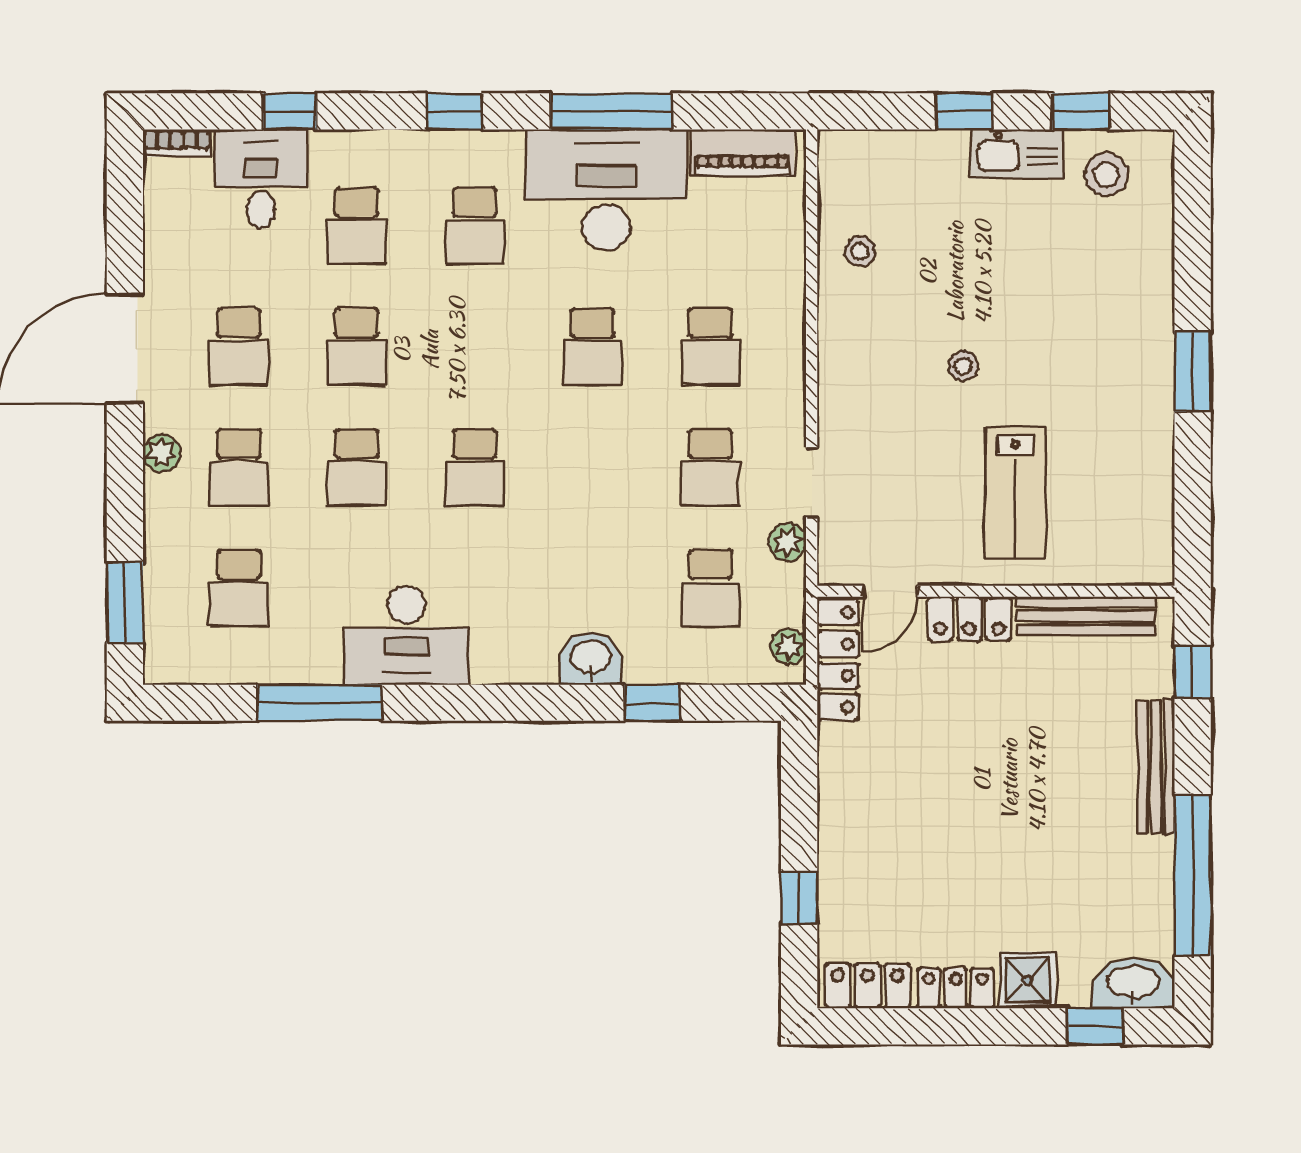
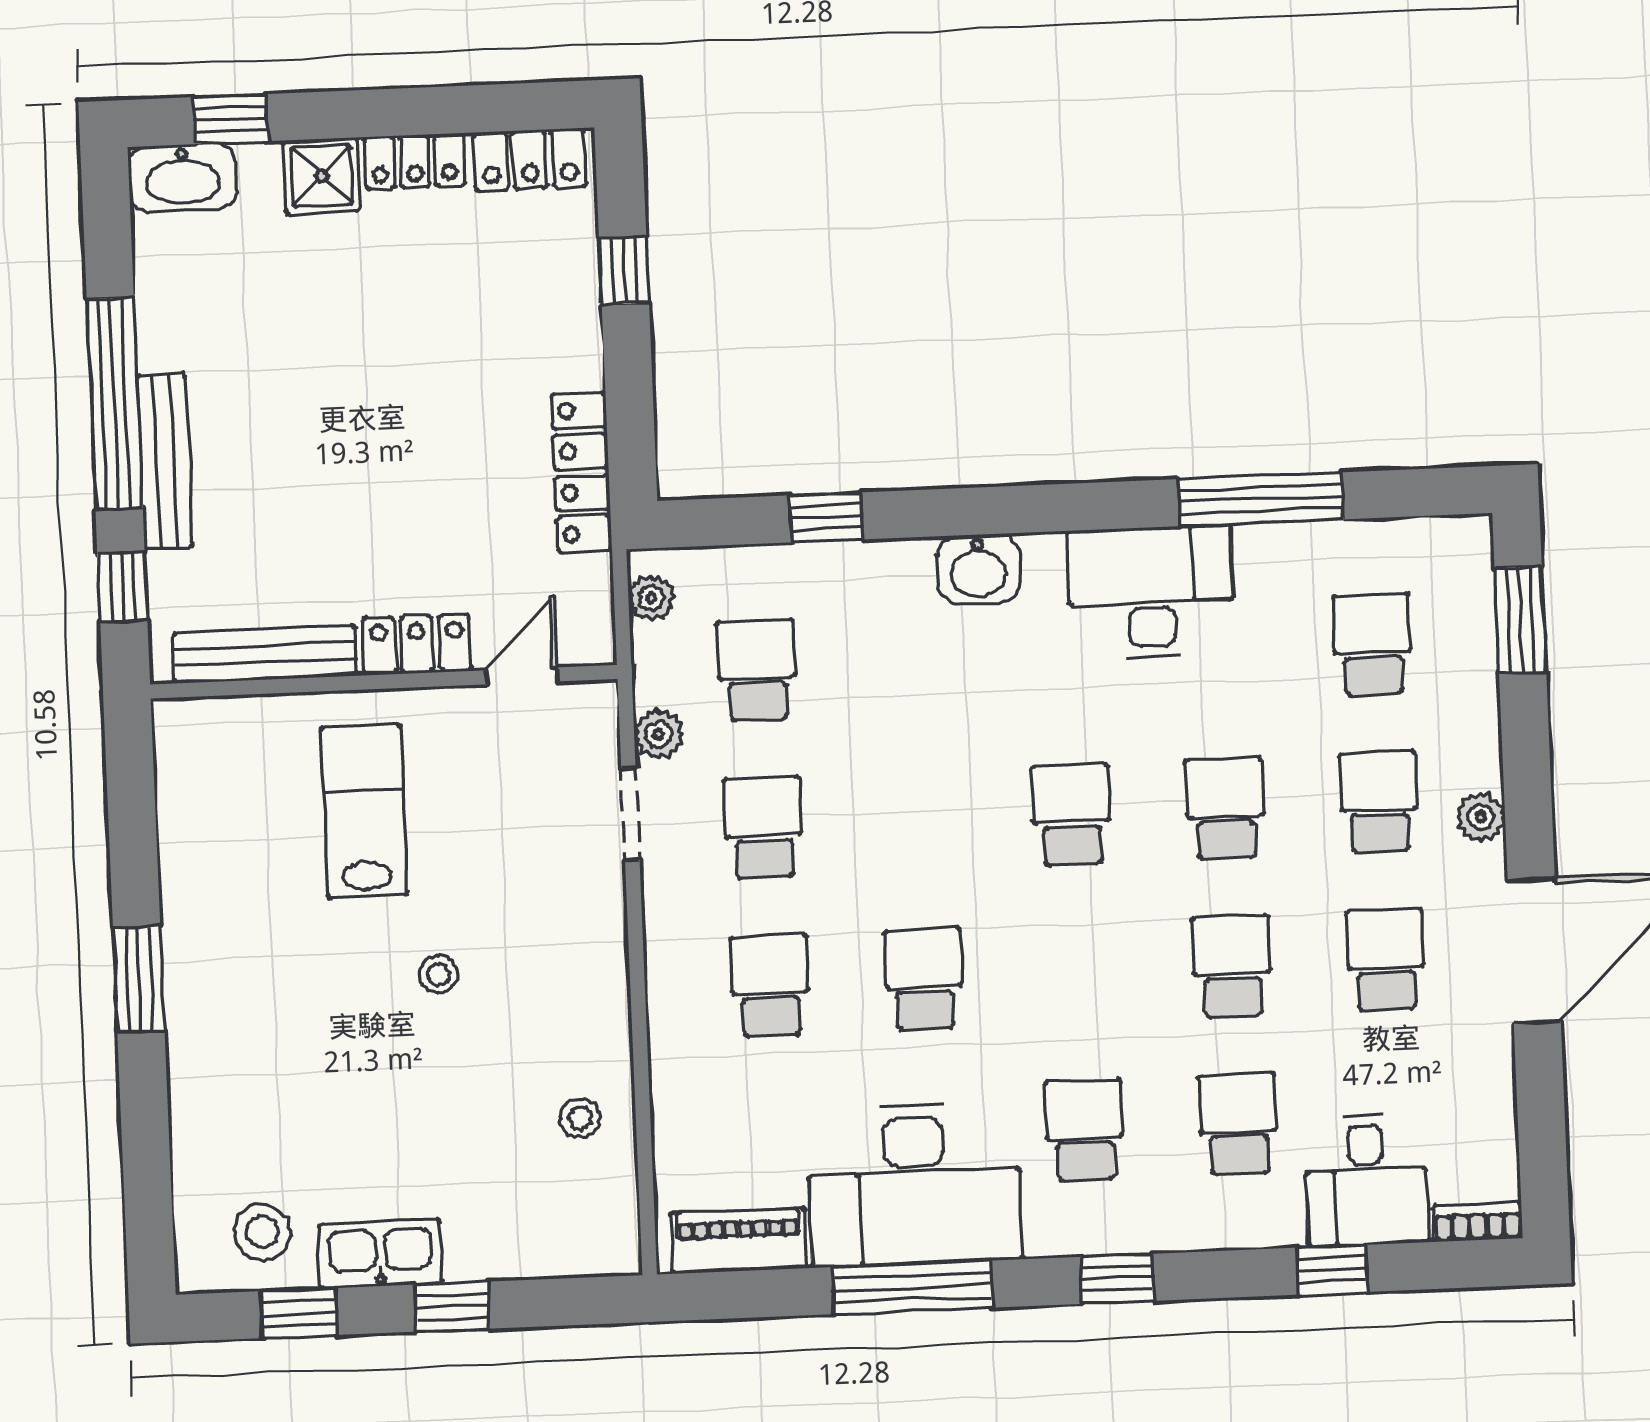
washbasin: (591, 658) -> (978, 569), moved
locker: (838, 660) -> (582, 472), moved
window: (1193, 875) -> (115, 403), moved

